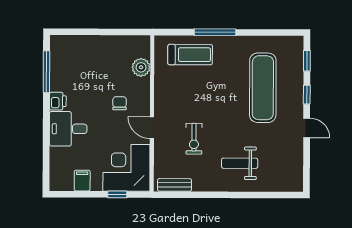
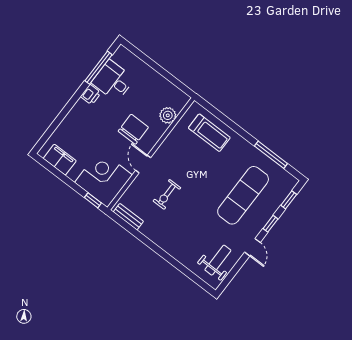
window: (215, 32) -> (271, 155), moved
chair: (120, 103) -> (133, 129), width x1.87, depth x1.87
desk: (68, 129) -> (113, 81), moved
weight bench: (240, 163) -> (218, 260), moved, turned 90
filing cabinet: (82, 181) -> (60, 160), width x2.00
window: (117, 194) -> (93, 200), moved

